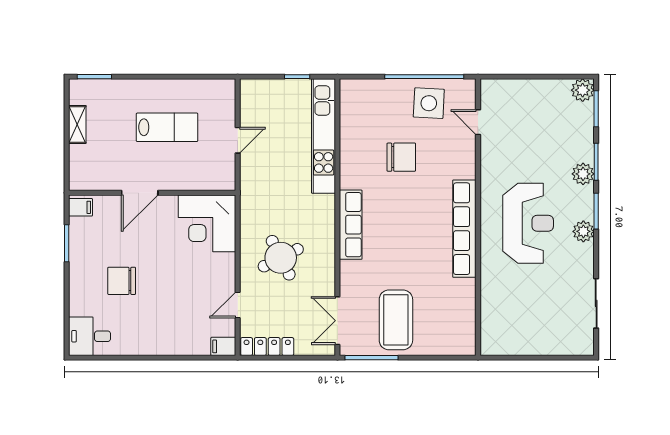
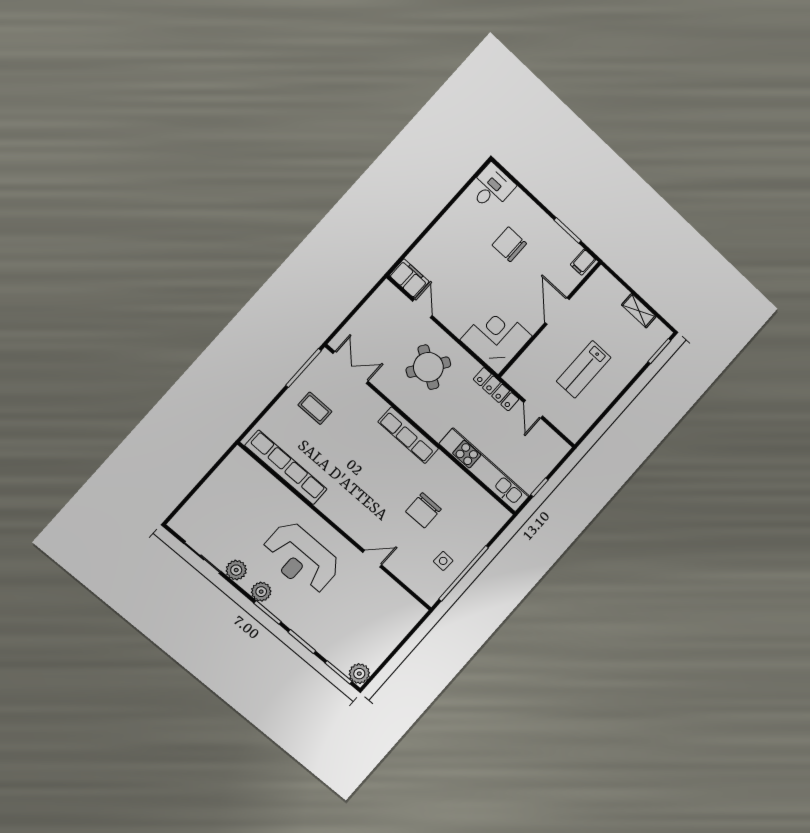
side table: (429, 103) -> (443, 561), width x0.54, depth x0.54
door: (478, 122) -> (372, 559), moved
plant: (583, 174) -> (236, 570), moved
row of seats: (464, 229) -> (286, 467), moved
round table: (281, 258) -> (428, 367), turned -30
chair: (122, 281) -> (509, 244), turned -90
coffee table: (396, 320) -> (315, 408), width x0.54, depth x0.58
filing cabinet: (223, 346) -> (409, 278), width x2.00
locker: (267, 347) -> (496, 389), moved, turned 90

